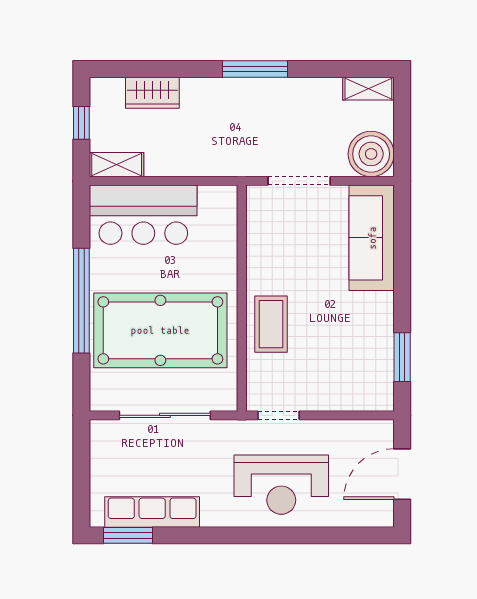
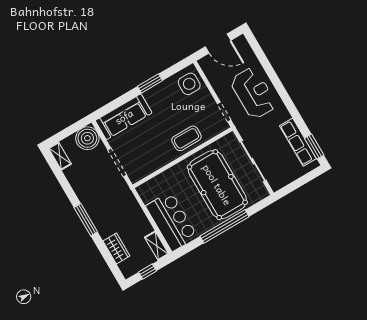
window: (255, 69) -> (86, 220), moved
window: (402, 357) -> (150, 83), moved
side table: (362, 384) -> (189, 84), added

